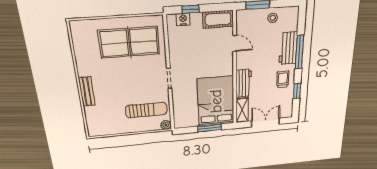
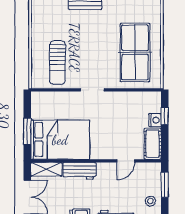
nightstand: (183, 19) -> (155, 120), moved
plant: (166, 125) -> (37, 82), removed

